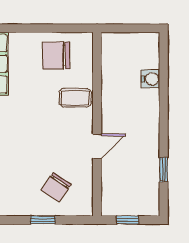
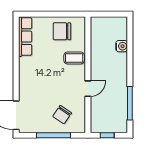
window: (164, 169) -> (130, 103), width x2.17
window: (43, 220) -> (54, 135), width x2.17

